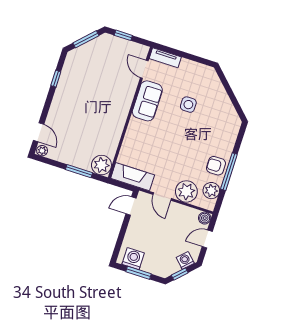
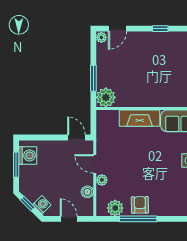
window: (56, 79) -> (160, 29), moved
fireplace: (133, 177) -> (140, 118), moved, turned 90
plant: (186, 191) -> (102, 180), width x0.53, depth x0.53
door: (162, 197) -> (95, 164), hinge flipped
boiler: (205, 218) -> (87, 192), moved

